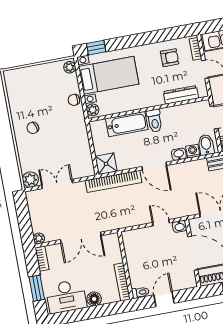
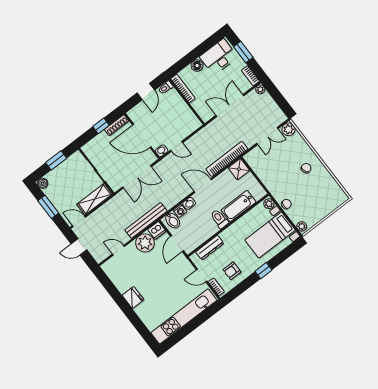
window: (96, 48) -> (264, 271), moved

